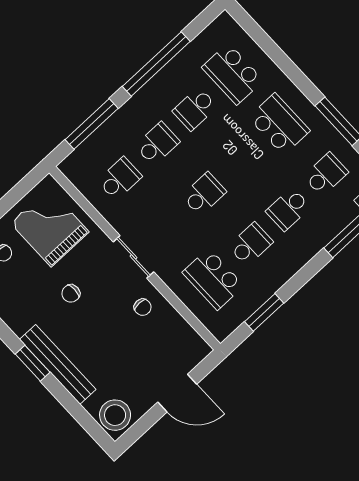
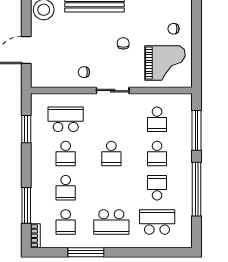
school desk: (288, 209) -> (66, 188), turned 180

